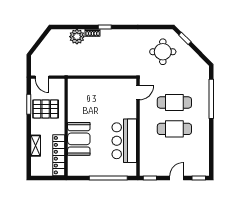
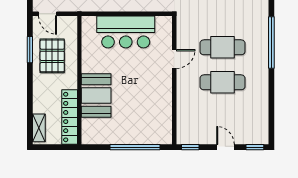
door: (138, 93) -> (174, 59), moved
pallet: (46, 109) -> (52, 56), turned 90
bar counter: (124, 141) -> (126, 32), moved, turned -90
shelving: (36, 146) -> (39, 128), moved
door: (177, 178) -> (225, 147), hinge flipped

